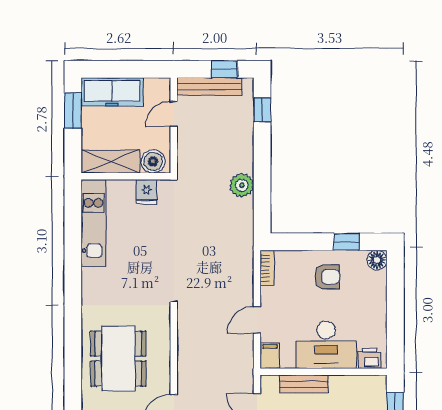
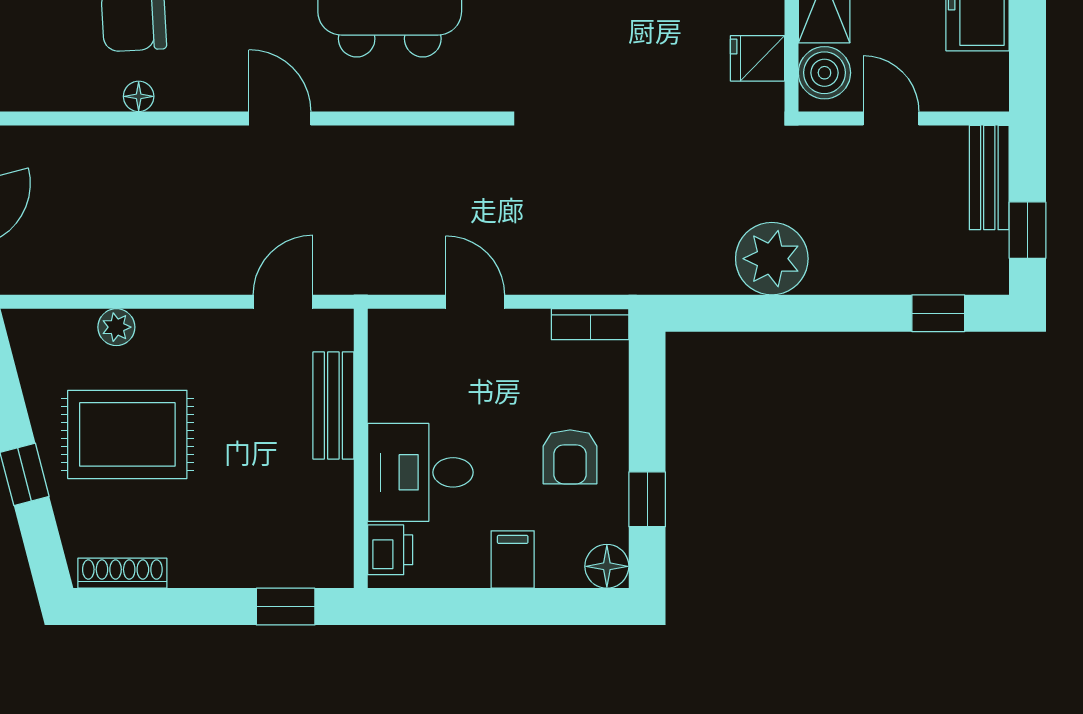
bench: (209, 87) -> (989, 177), width x0.73
door: (174, 114) -> (891, 118), moved
plant: (242, 185) -> (772, 259), width x1.36, depth x1.36
desk: (326, 345) -> (420, 472), width x0.73
filing cabinet: (270, 356) -> (513, 560), moved, turned -90

